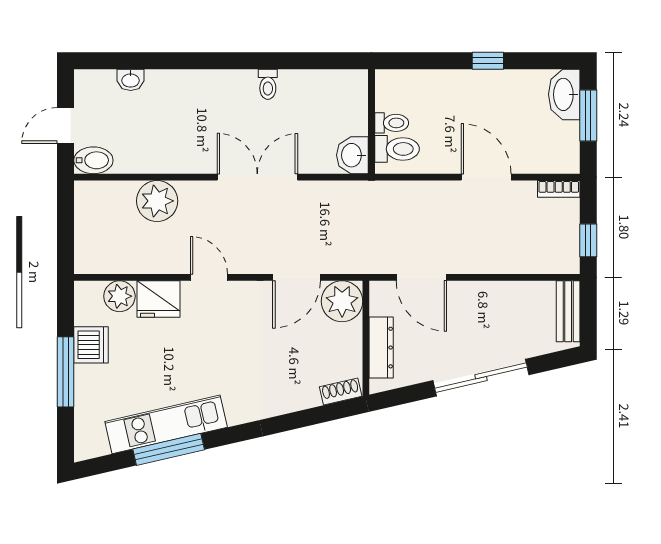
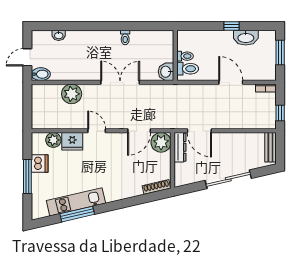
washbasin: (564, 94) -> (246, 38), moved, turned -90
dresser: (381, 348) -> (180, 147), moved
shoe rack: (341, 392) -> (156, 187), width x1.43

